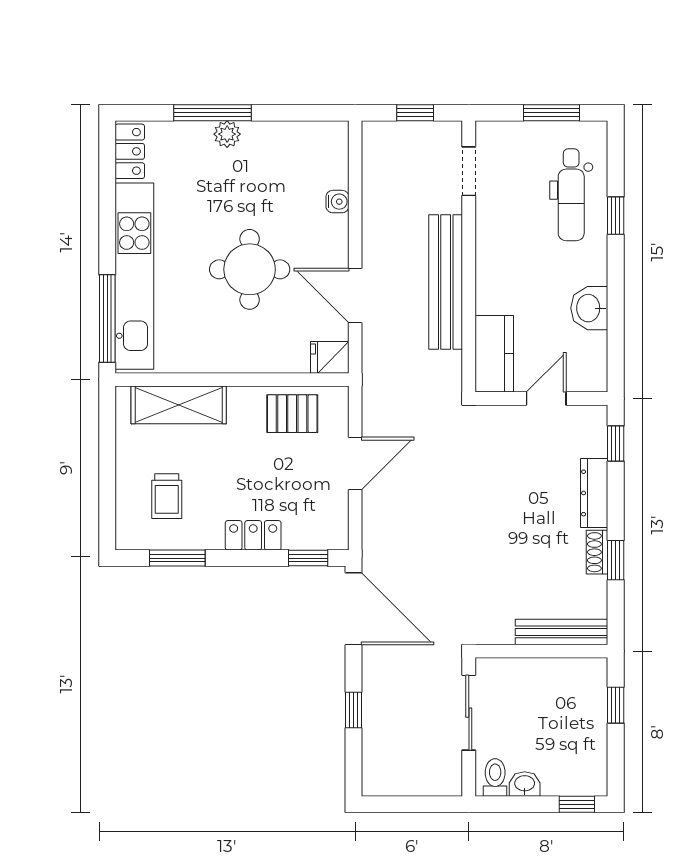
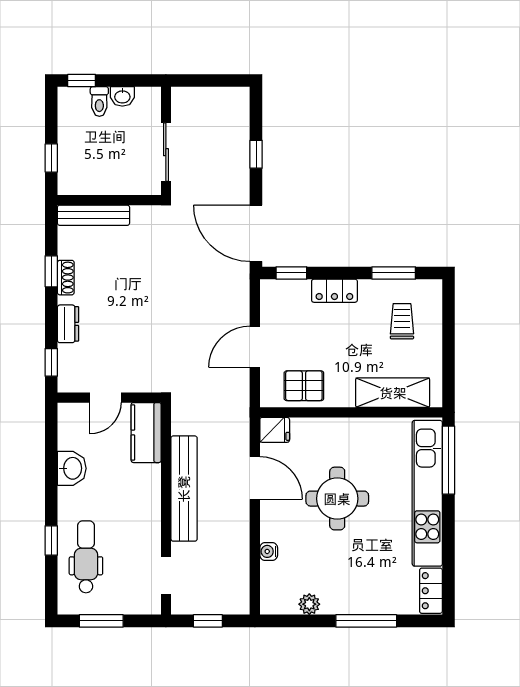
plant: (227, 134) -> (309, 604), moved
dresser: (594, 493) -> (68, 324), width x0.70
toilet: (495, 778) -> (99, 101), moved

